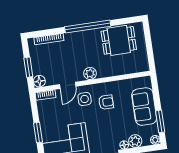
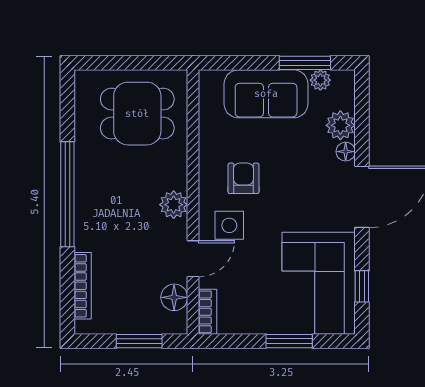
dining table: (119, 40) -> (137, 114), moved, turned 90
floor lamp: (39, 81) -> (174, 297), moved
door: (68, 85) -> (193, 259), hinge flipped
plant: (155, 140) -> (320, 80), moved

